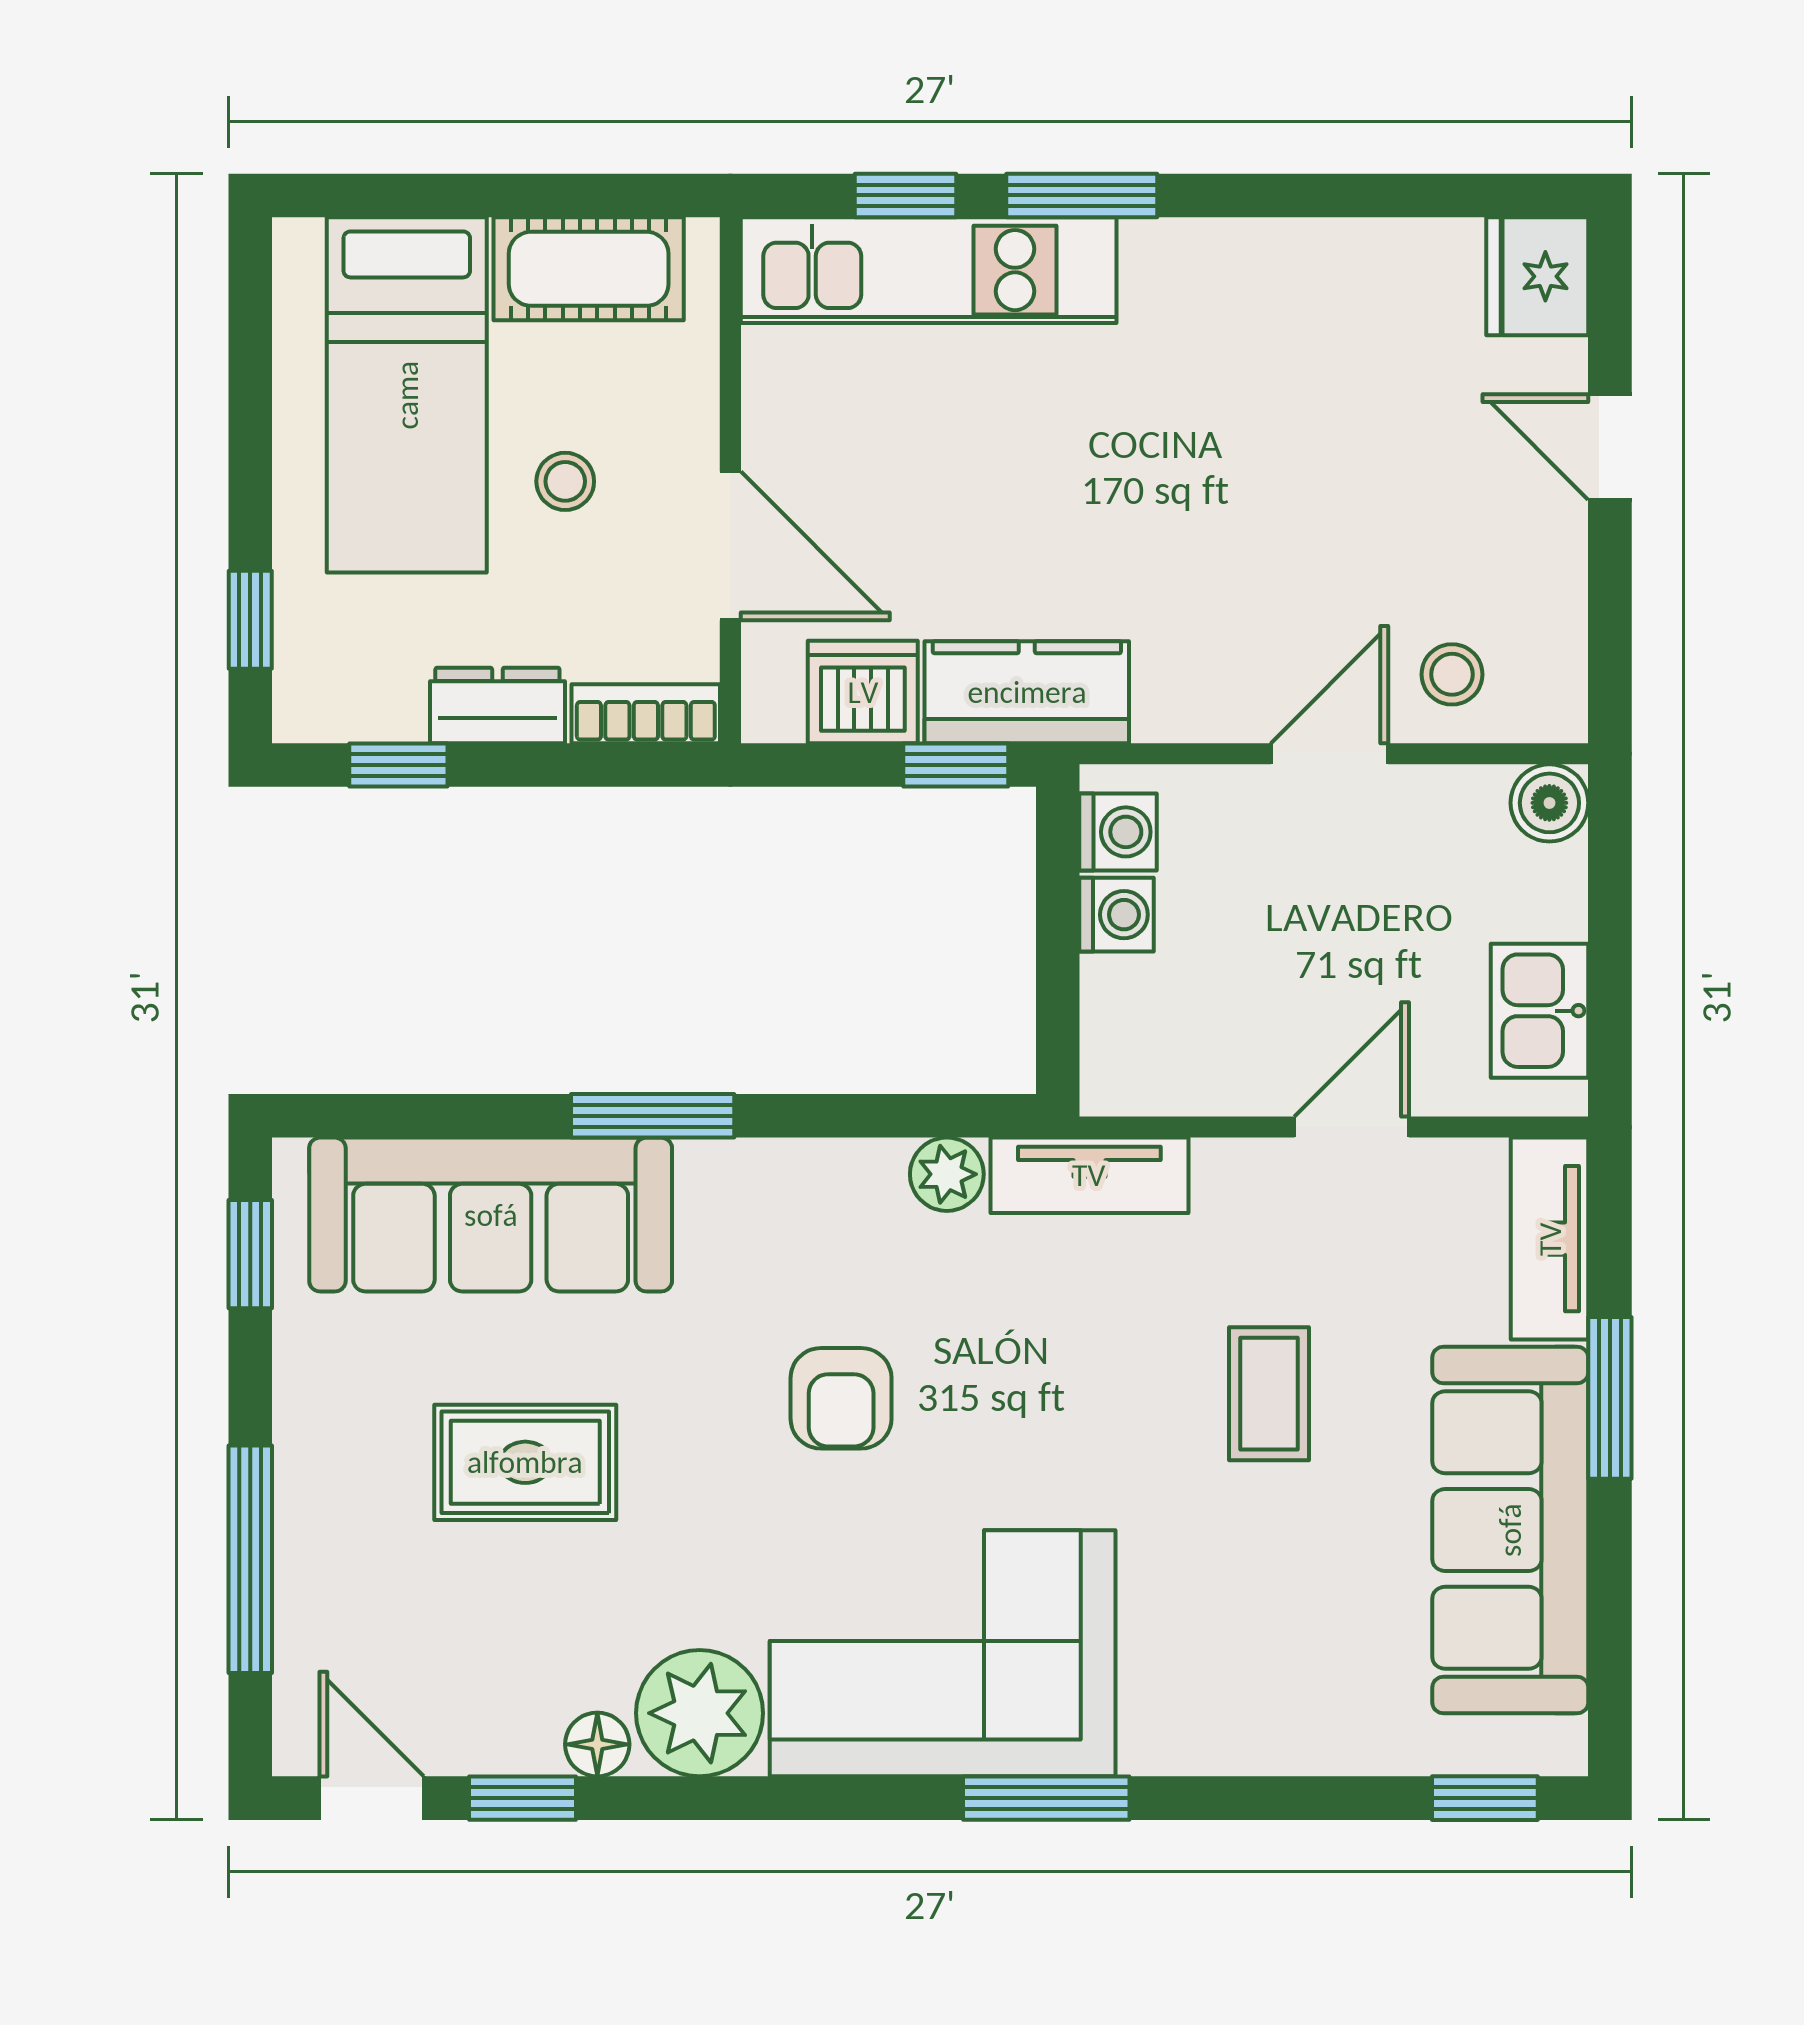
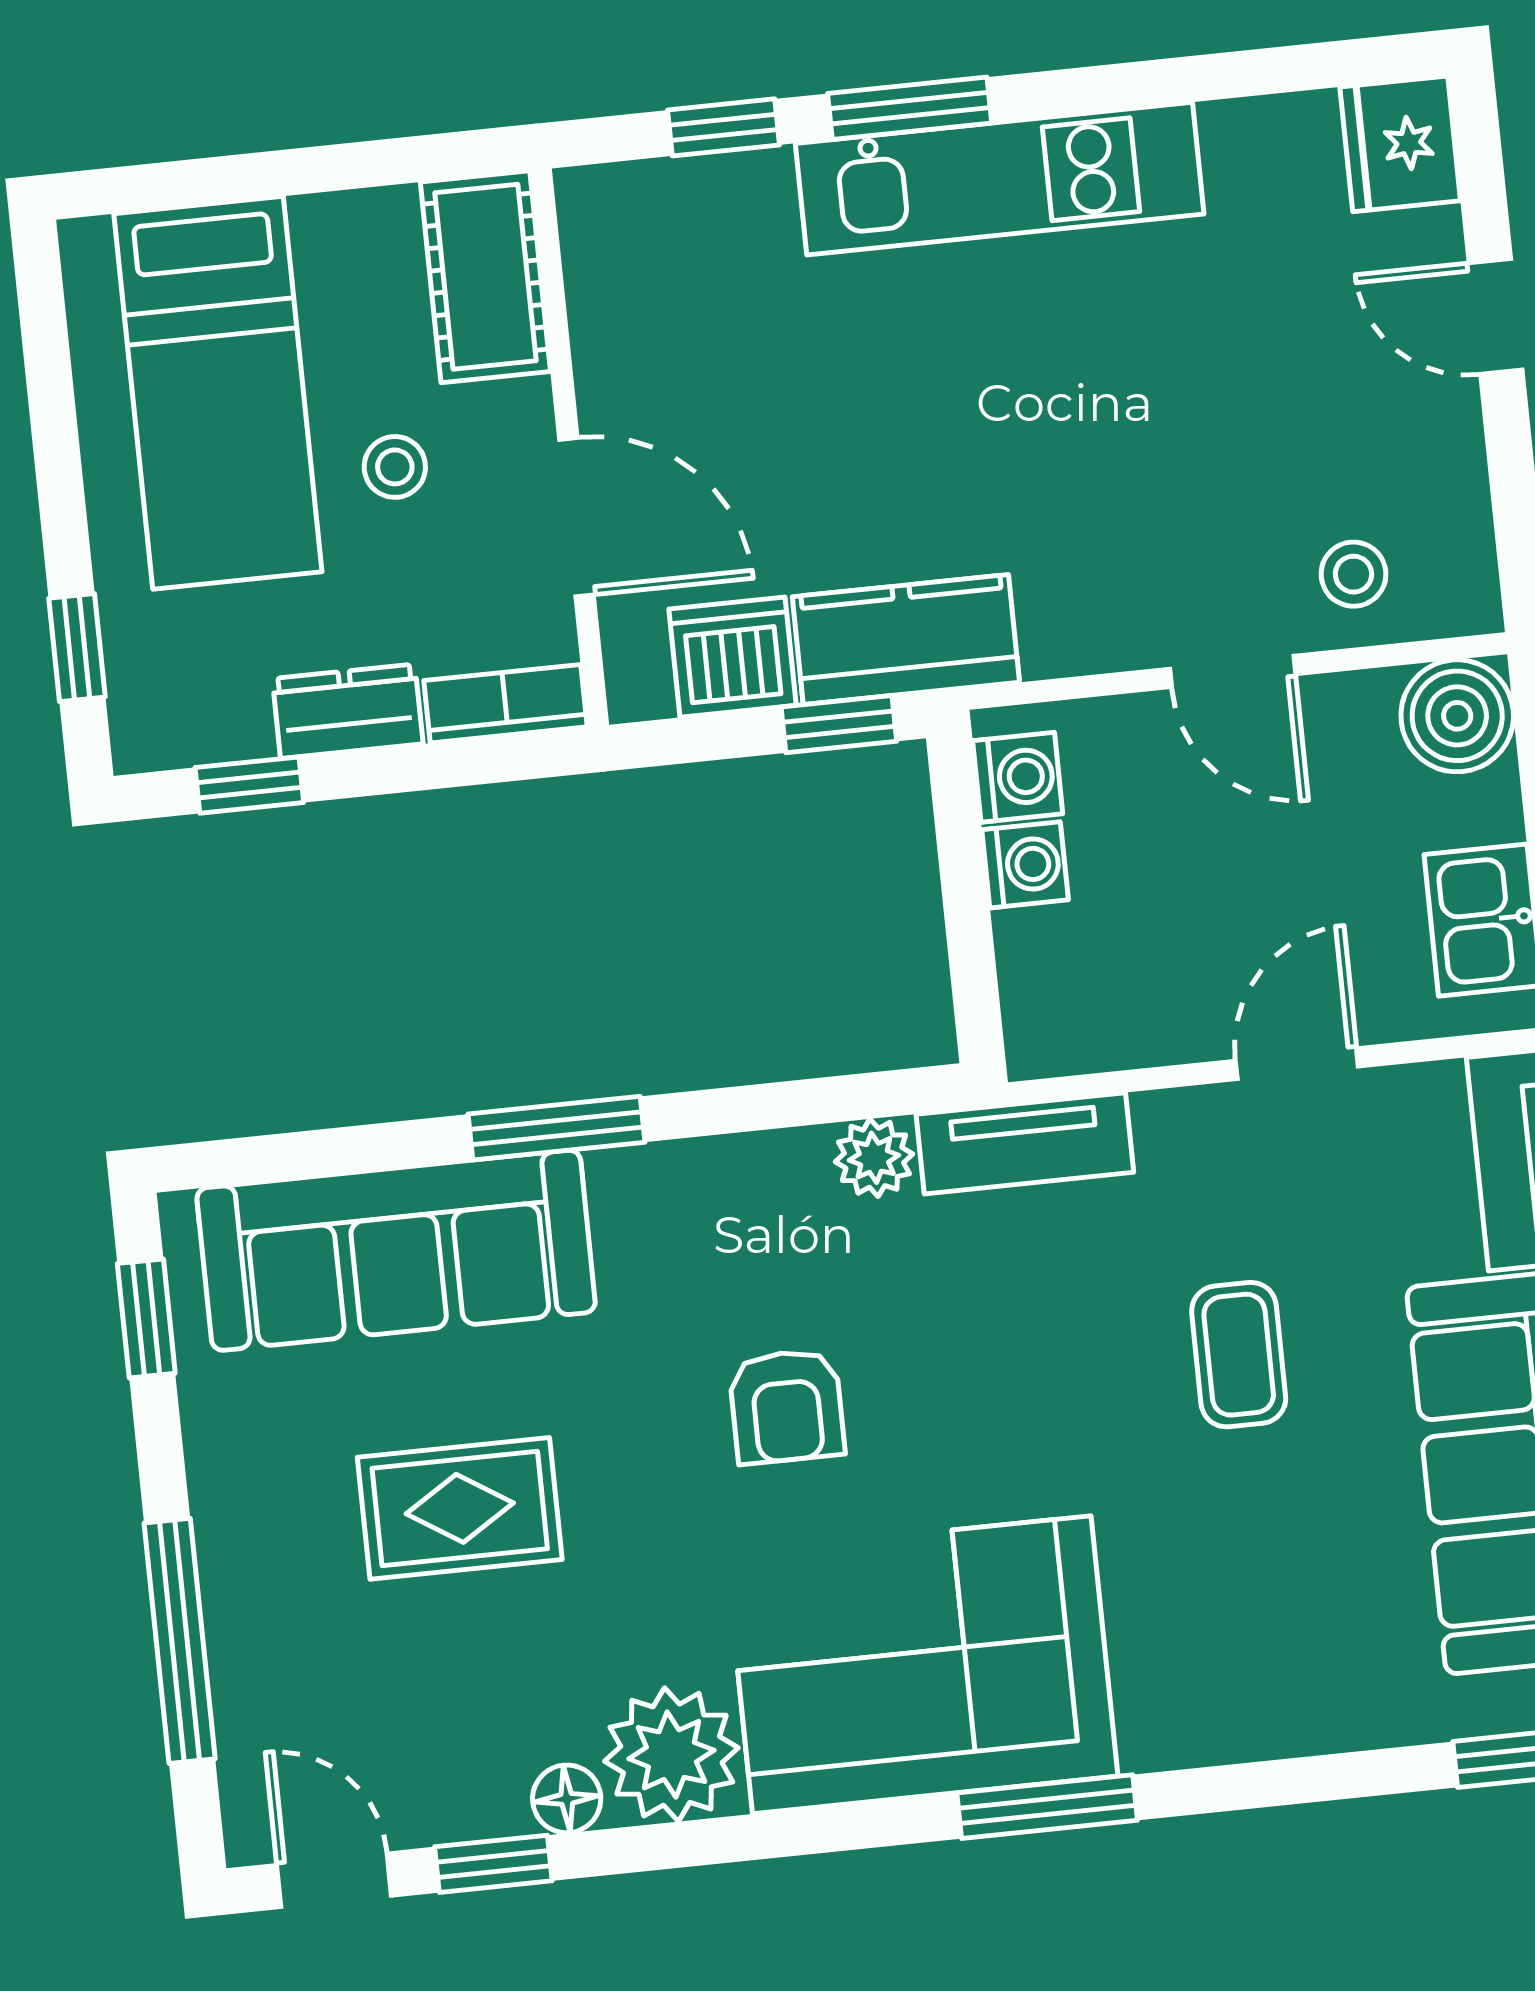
cot: (589, 269) -> (485, 277), moved, turned 90
kitchen unit: (929, 270) -> (1000, 179), moved
door: (1329, 754) -> (1233, 671), swing flipped
boiler: (1549, 803) -> (1457, 716), width x1.36, depth x1.36

